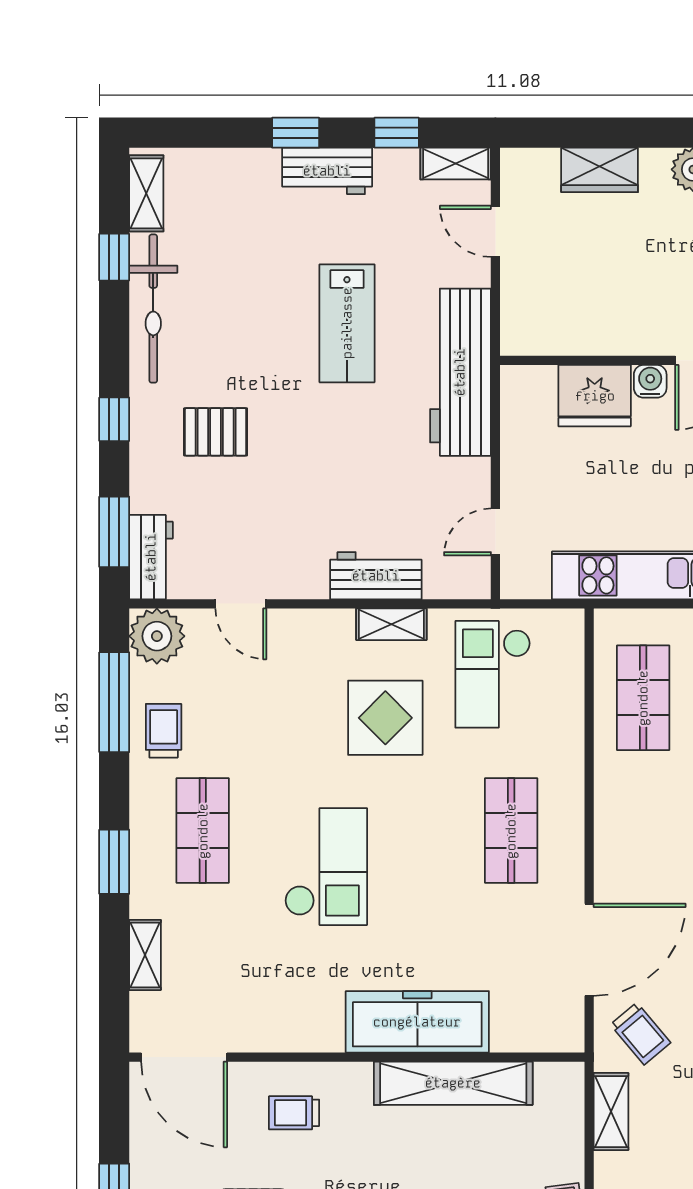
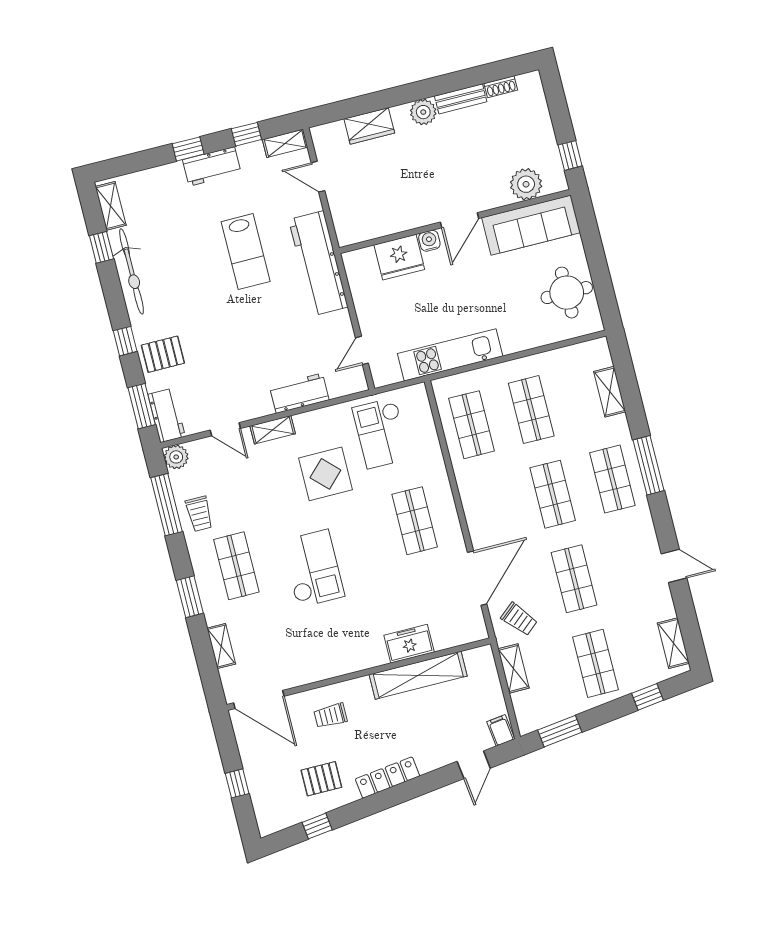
pallet: (216, 432) -> (163, 354), moved
shelving: (391, 624) -> (273, 430), moved
plant: (157, 636) -> (176, 457), width x0.73, depth x0.73
trolley: (164, 731) -> (199, 514), turned 180
freezer: (417, 1022) -> (409, 644), width x0.52, depth x0.79

